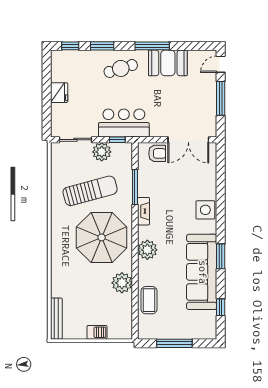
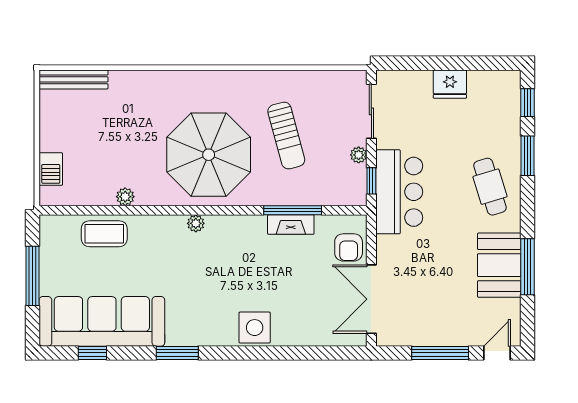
window: (152, 46) -> (527, 267), moved
door: (221, 64) -> (497, 353), hinge flipped
plant: (102, 152) -> (359, 155), width x0.53, depth x0.53
sun lounger: (90, 191) -> (286, 136), width x0.73, depth x0.75
fireplace: (144, 211) -> (291, 225), moved
plant: (147, 250) -> (196, 223), width x0.53, depth x0.53
sofa: (202, 272) -> (102, 321), moved
plant: (122, 283) -> (125, 197), width x0.53, depth x0.53
barbecue: (97, 332) -> (51, 169), moved

